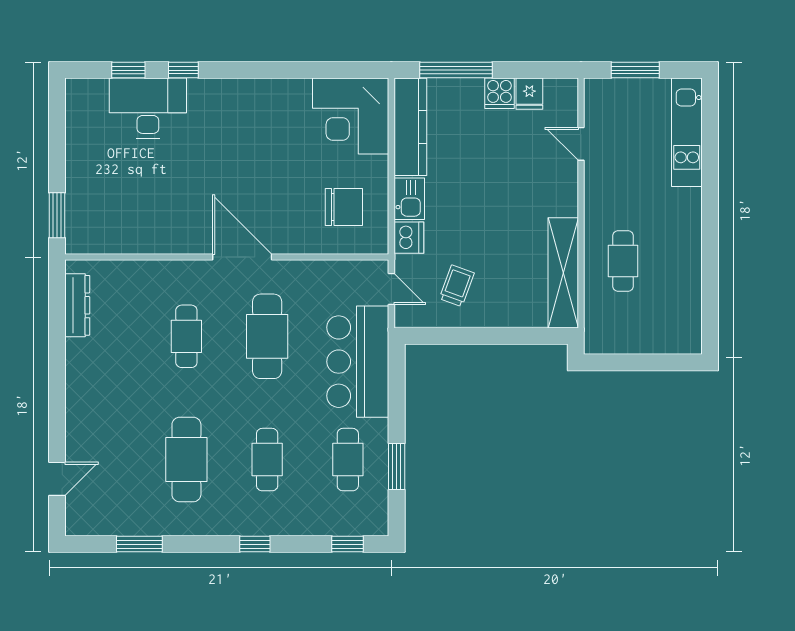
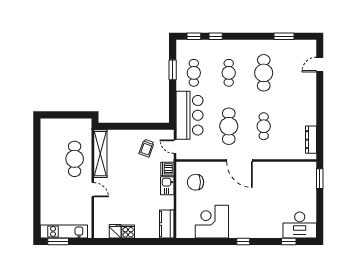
window: (183, 70) -> (243, 242), moved
window: (456, 70) -> (147, 242), removed
window: (635, 70) -> (58, 242), moved
desk: (148, 108) -> (300, 225), moved
corner desk: (351, 116) -> (212, 222), moved, turned -90
kitchen counter: (410, 127) -> (167, 224), width x0.67
kitchen unit: (687, 132) -> (64, 231), moved, turned -90
door: (581, 144) -> (93, 190), moved
cafe table: (623, 261) -> (75, 159), width x1.37, depth x1.35
window: (255, 544) -> (216, 36), moved

